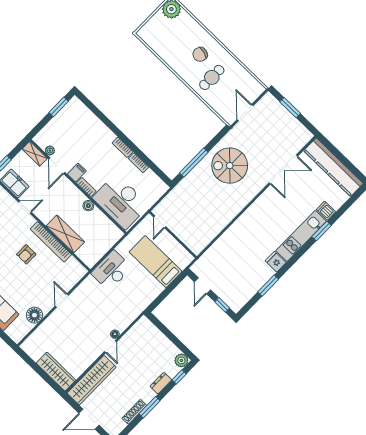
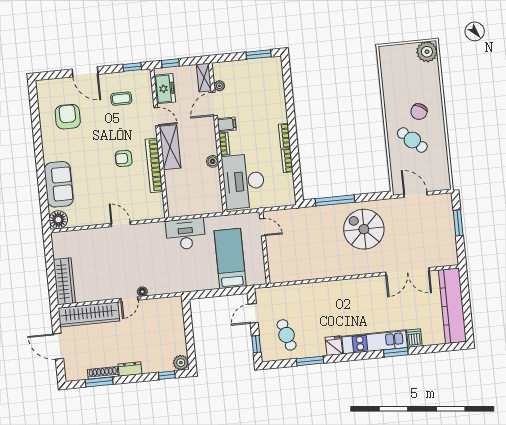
chair: (200, 54) -> (419, 112), turned -76
cafe table: (212, 77) -> (412, 140), turned 42
door: (245, 113) -> (416, 195), hinge flipped
door: (160, 222) -> (263, 227), swing flipped
shelving: (65, 234) -> (170, 147), moved
cafe table: (237, 281) -> (287, 335), added
door: (62, 301) -> (121, 224), hinge flipped
floor lamp: (34, 315) -> (58, 220), moved
dresser: (161, 383) -> (130, 369), moved
window: (149, 407) -> (99, 382), moved

